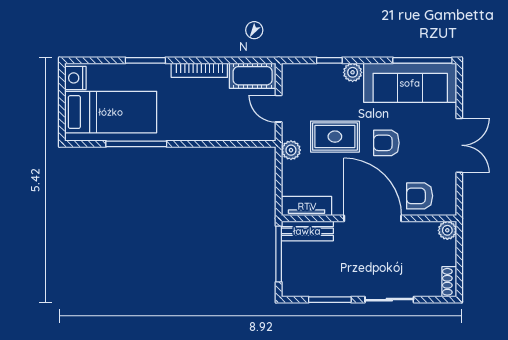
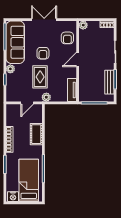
cot: (253, 76) -> (36, 134), moved
door: (373, 218) -> (78, 60), width x0.53
bench: (307, 231) -> (109, 82), moved

